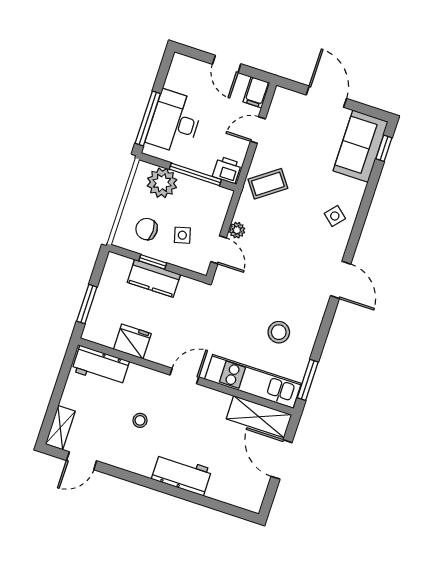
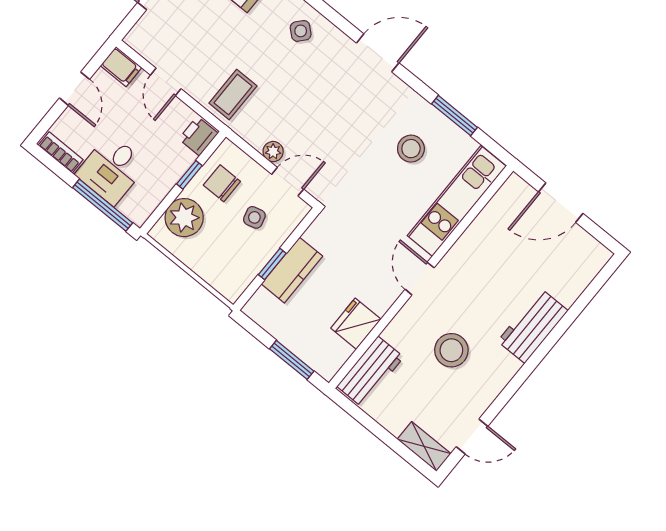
door: (227, 64) -> (75, 89), hinge flipped
bookcase: (175, 72) -> (61, 152), added
desk: (175, 122) -> (111, 169), width x0.73
window: (195, 174) -> (189, 175), width x0.46
coffee table: (268, 184) -> (233, 95), turned 36
chair: (147, 229) -> (222, 183), moved, turned 90
window: (308, 380) -> (454, 116), moved
shelving: (259, 417) -> (501, 210), removed
stool: (140, 420) -> (451, 350), width x1.89, depth x1.89
door: (82, 461) -> (472, 437), hinge flipped

